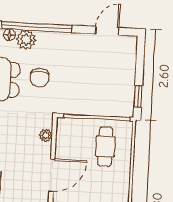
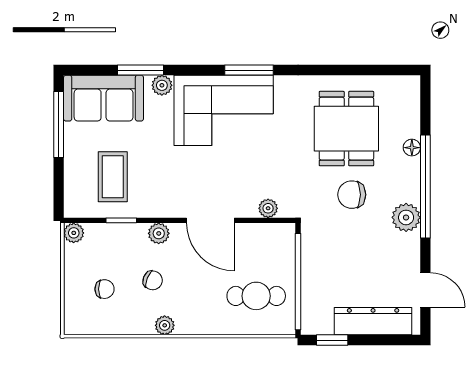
plant: (26, 40) -> (406, 217), moved
dresser: (127, 68) -> (373, 321), added

